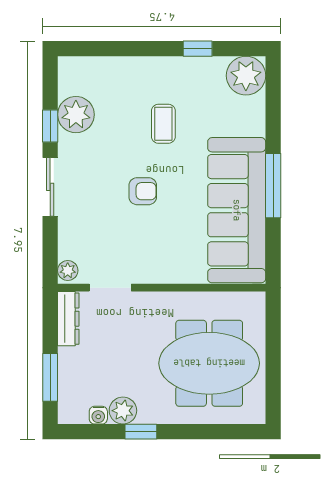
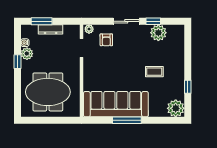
armchair: (143, 191) -> (106, 40), moved
dresser: (68, 319) -> (51, 29), moved
meeting table: (209, 363) -> (48, 92), turned 90

